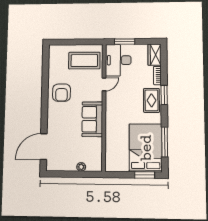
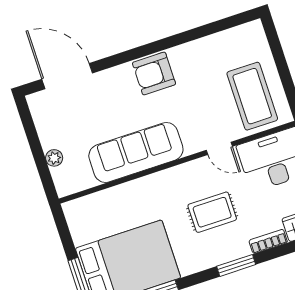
armchair: (62, 93) -> (154, 73), moved
rug: (151, 100) -> (212, 212), moved
sofa: (92, 119) -> (136, 152), width x1.36

